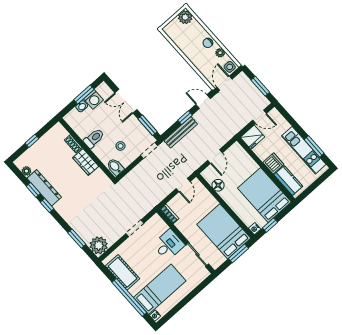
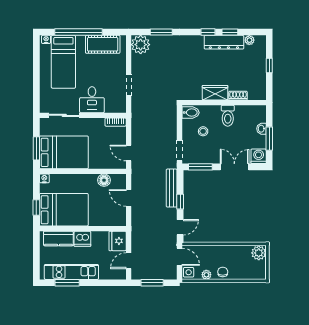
plant: (185, 17) -> (259, 253), moved
washing machine: (93, 99) -> (259, 156), moved, turned 90
window: (270, 225) -> (36, 207), moved

